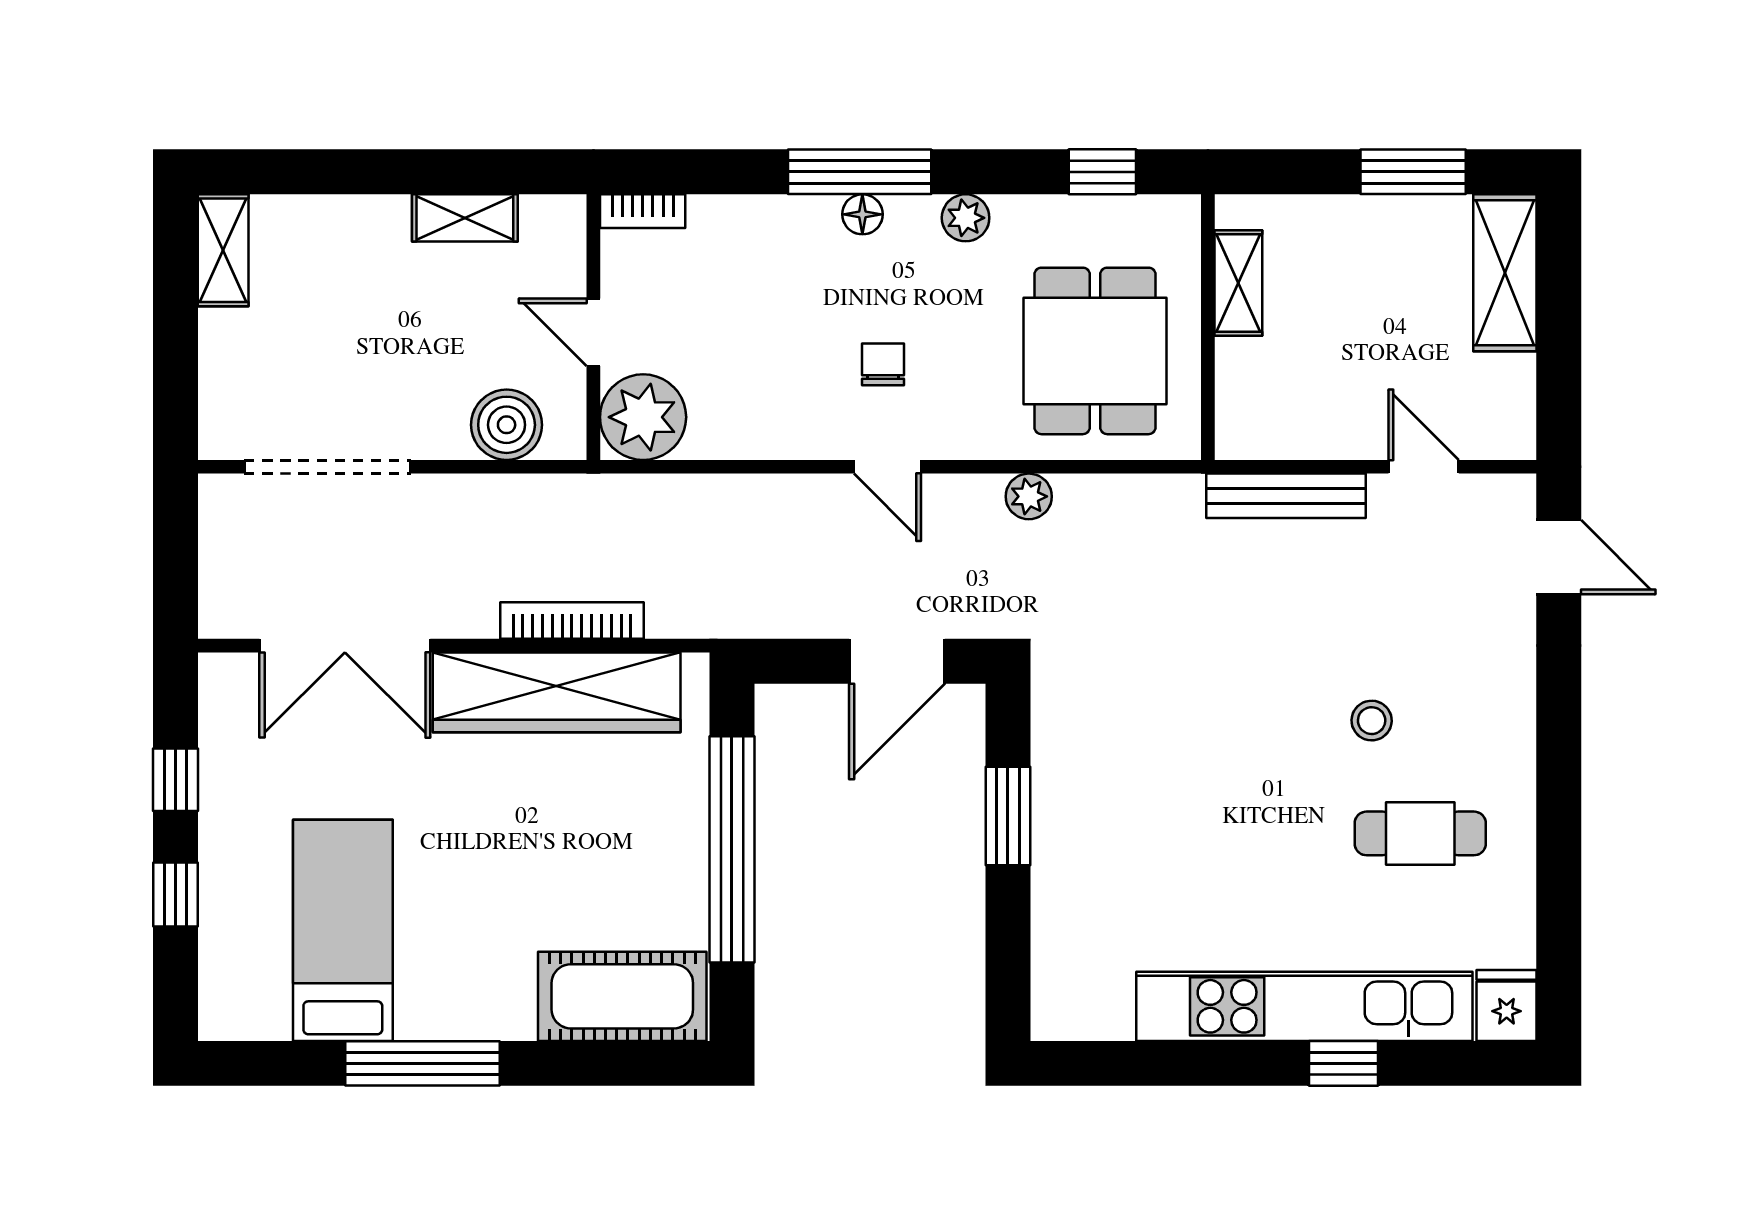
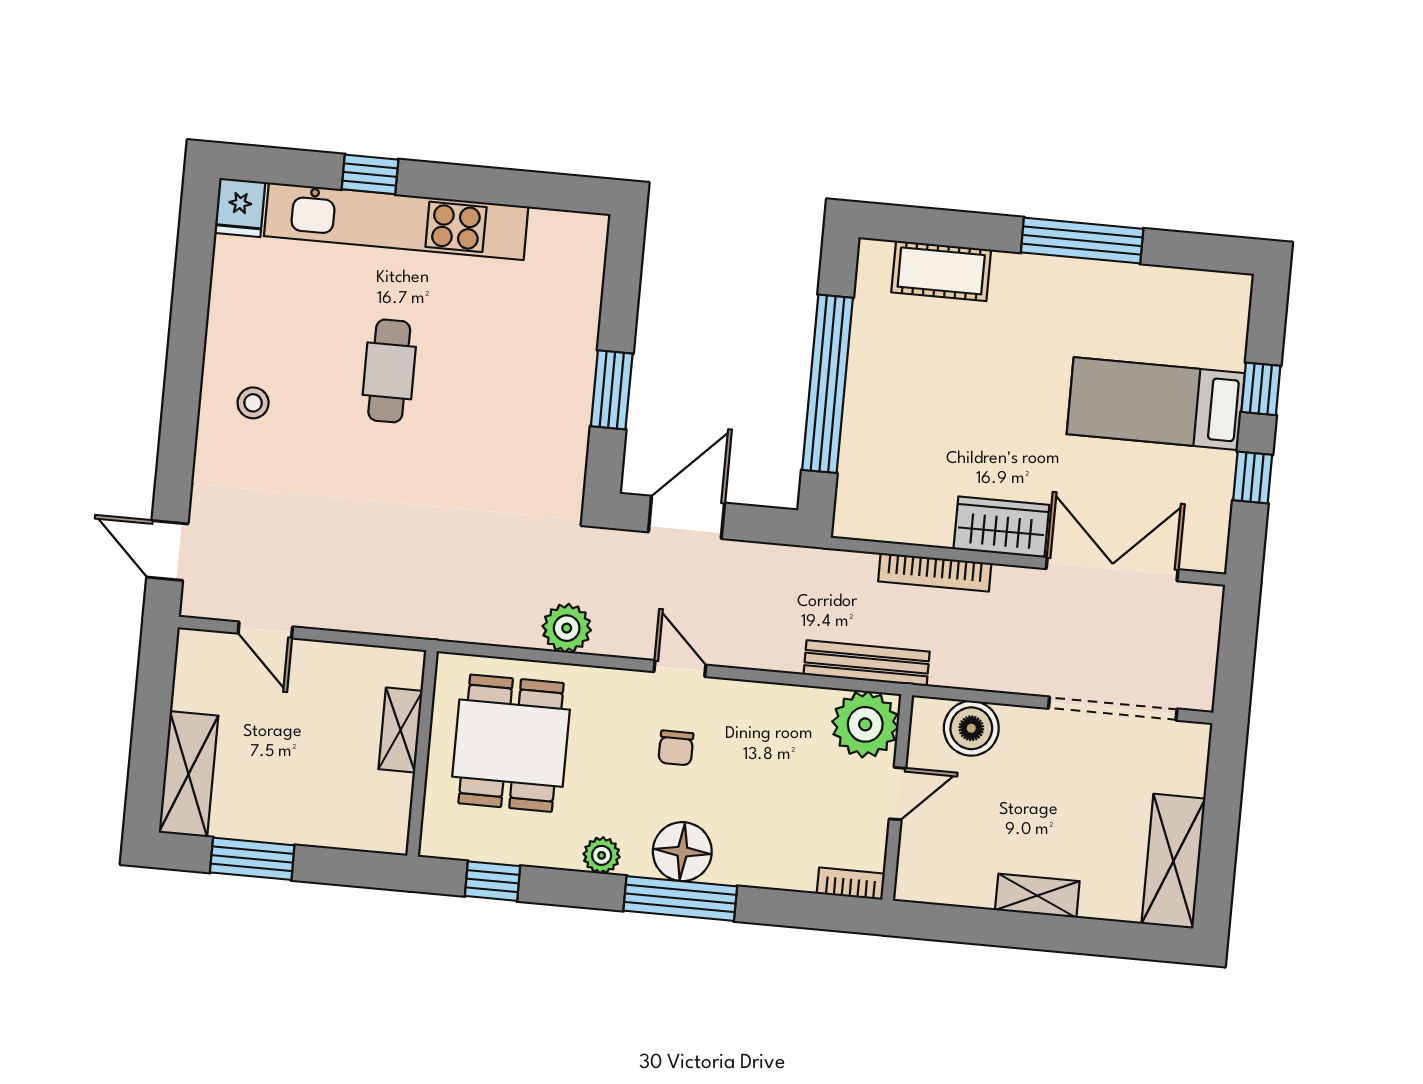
floor lamp: (862, 214) -> (682, 852), width x1.89, depth x1.89
shelving: (465, 218) -> (1037, 896), moved
shelving: (223, 250) -> (1173, 861), width x1.50, depth x1.33
shelving: (1238, 283) -> (400, 730), moved
door: (593, 332) -> (898, 794), hinge flipped
plant: (1029, 496) -> (567, 628), width x1.38, depth x1.38
bench: (1286, 496) -> (867, 663), moved
wardrobe: (557, 692) -> (1001, 527), width x0.48, depth x0.85
stool: (1372, 721) -> (253, 403), moved
cafe table: (1420, 833) -> (389, 371), moved, turned 90
bed: (343, 930) -> (1156, 404), moved, turned 90
cot: (622, 996) -> (941, 271), width x0.73, depth x0.75

